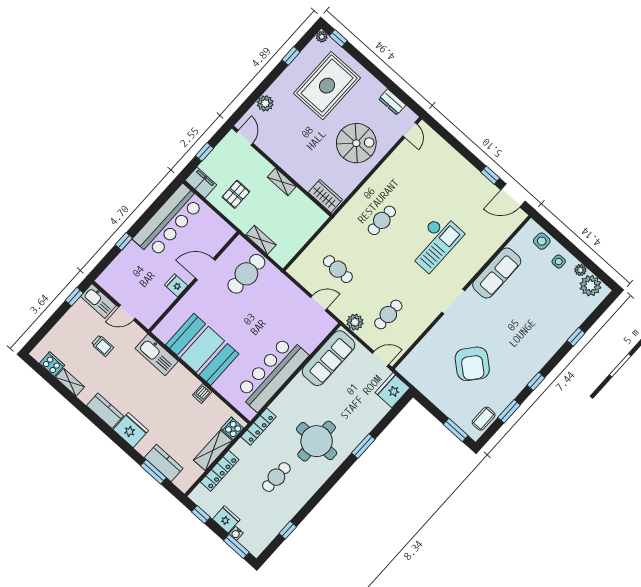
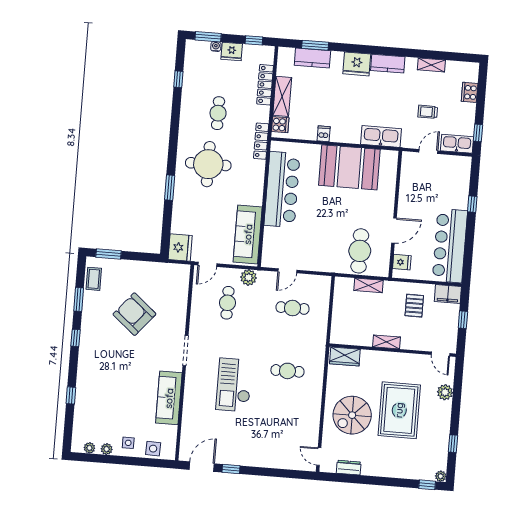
rug: (327, 86) -> (399, 410), moved
cafe table: (382, 220) -> (287, 371), turned 90
fridge: (176, 285) -> (402, 262), moved
plant: (590, 286) -> (89, 448), width x0.53, depth x0.53
cooker: (52, 364) -> (470, 92), moved, turned 90

